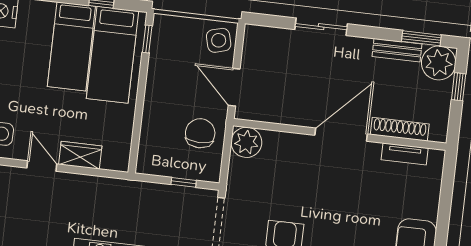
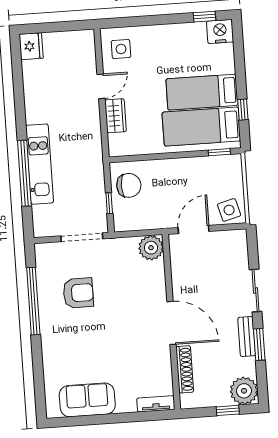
window: (421, 38) -> (259, 345), moved
bench: (397, 50) -> (247, 336), moved
chair: (200, 133) -> (129, 185), moved
tv unit: (405, 154) -> (156, 404), moved, turned 90

